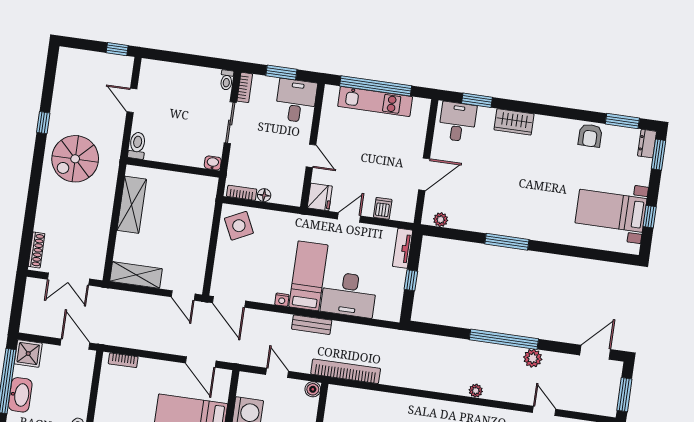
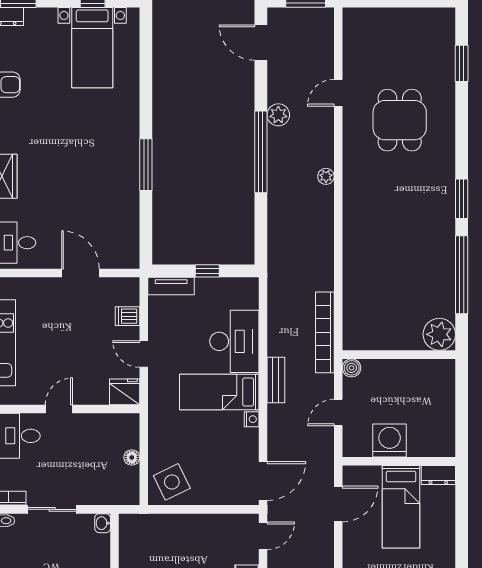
door: (311, 156) -> (59, 409), moved
bookcase: (242, 193) -> (133, 484), removed
plant: (441, 220) -> (131, 246), removed

